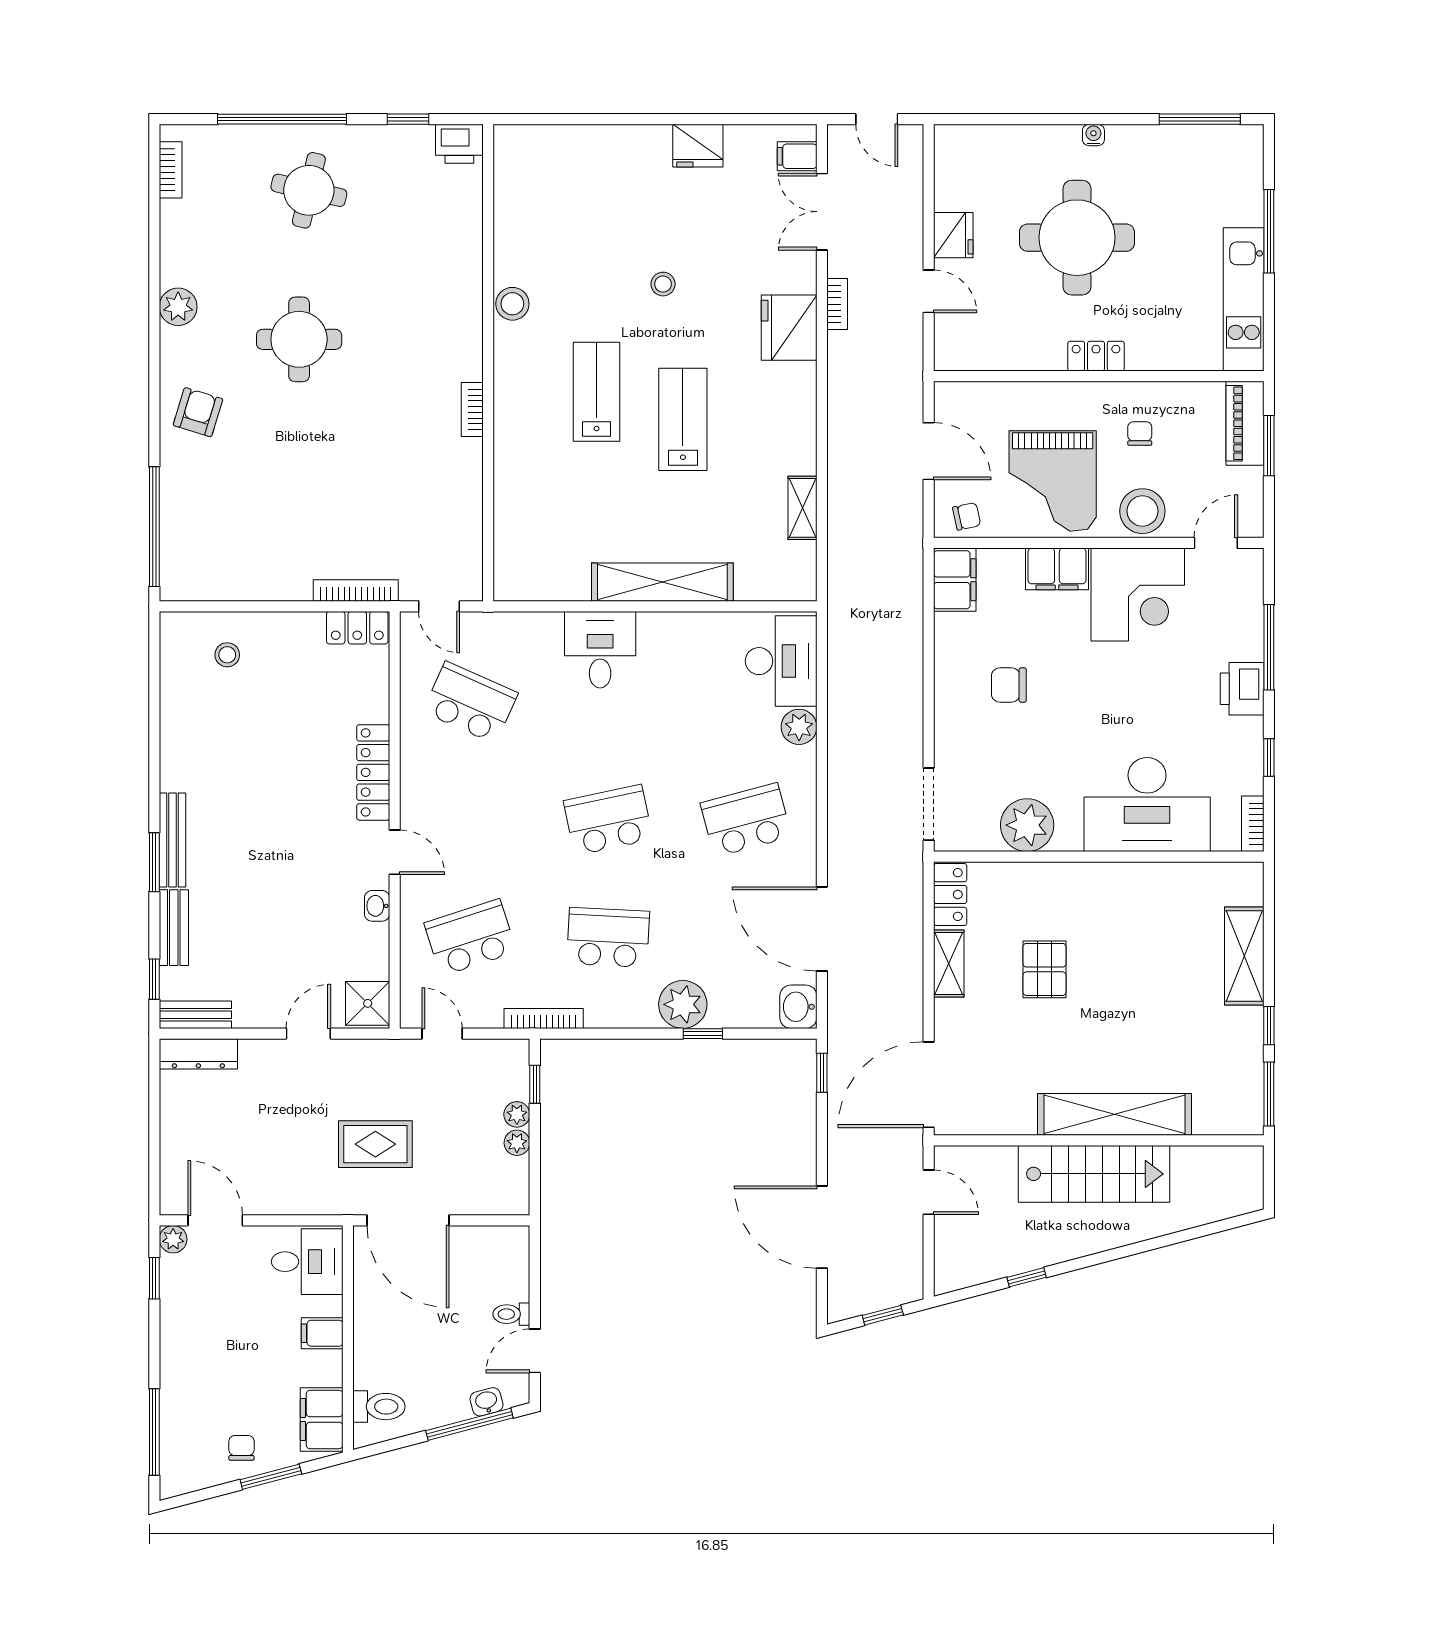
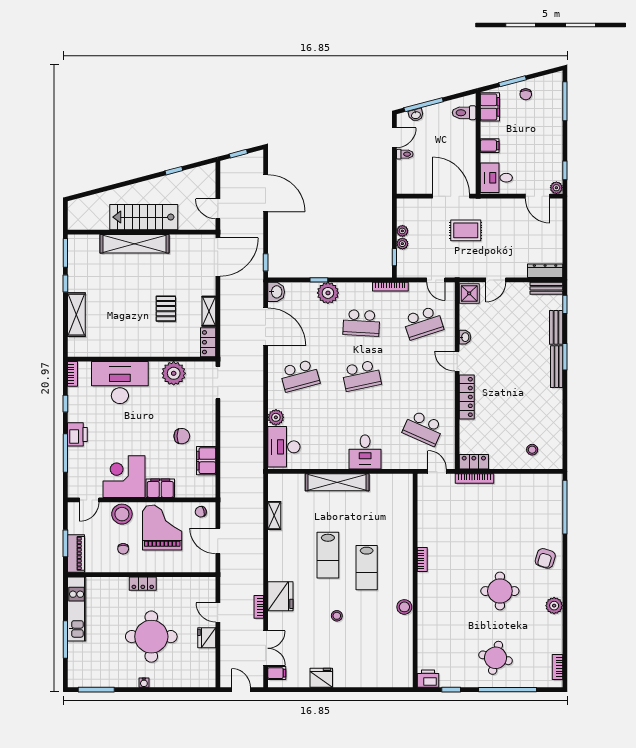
filing cabinet: (955, 580) -> (206, 461), moved

